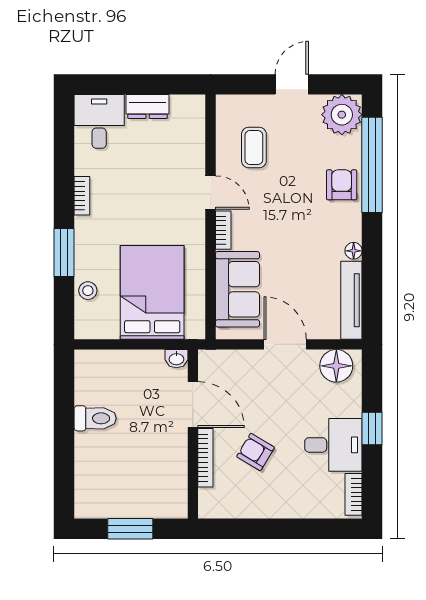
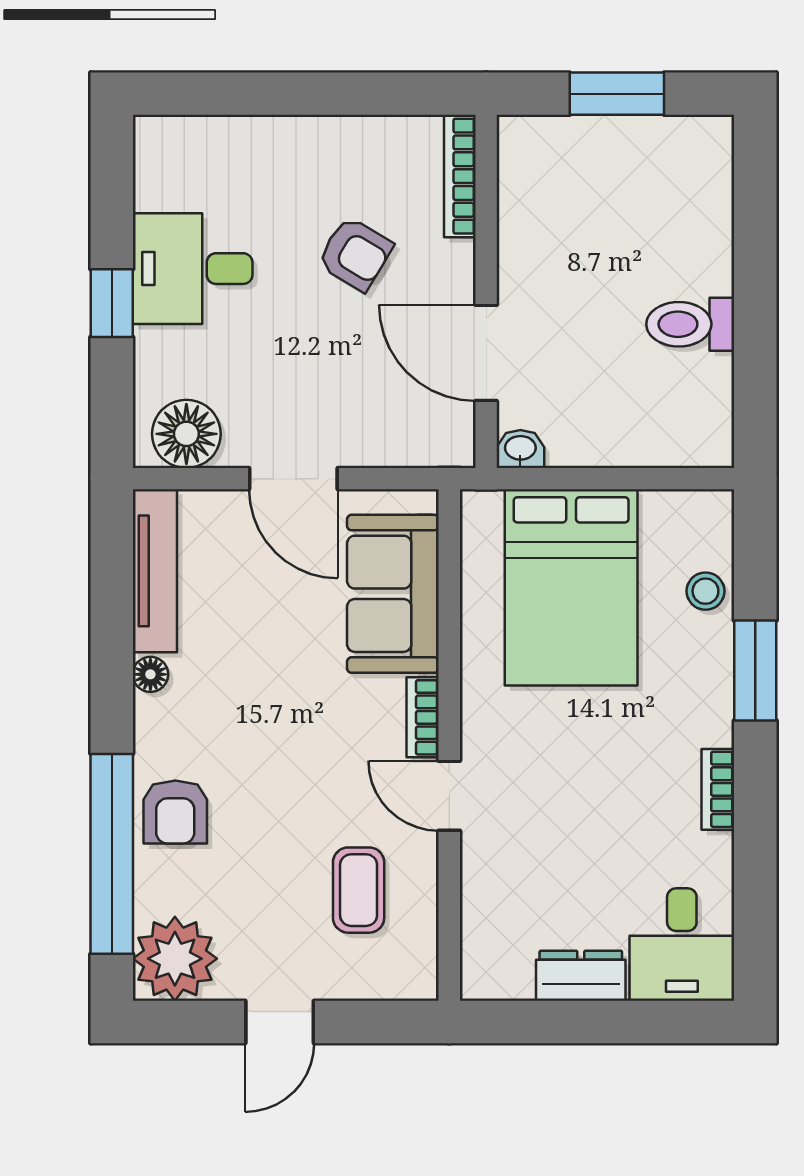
bookcase: (205, 458) -> (460, 176), moved
bookcase: (354, 494) -> (150, 165), removed

